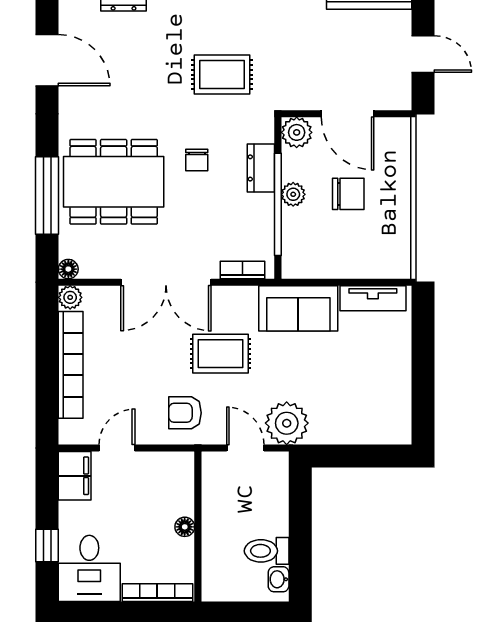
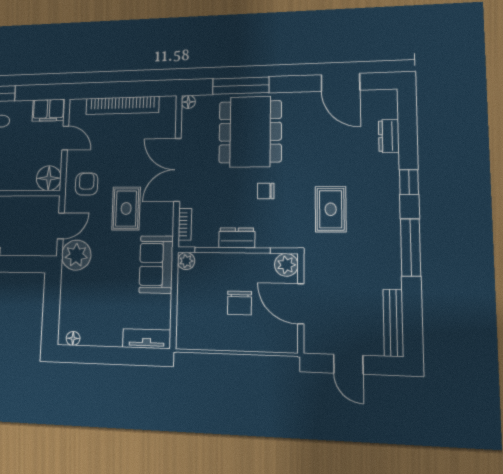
door: (423, 54) -> (348, 364), hinge flipped
door: (47, 60) -> (340, 82), hinge flipped
door: (348, 114) -> (301, 304), hinge flipped
dresser: (261, 168) -> (237, 238), moved
plant: (293, 194) -> (186, 261), moved
plant: (70, 297) -> (169, 104), removed
tv unit: (373, 298) -> (147, 339), moved, turned 90
floor lamp: (402, 422) -> (73, 338), added
floor lamp: (185, 527) -> (49, 178), moved, width x1.89, depth x1.89

